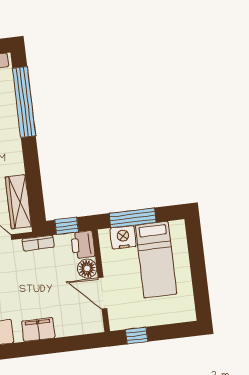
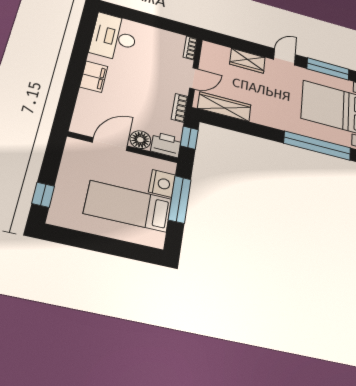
window: (137, 336) -> (43, 195), moved

